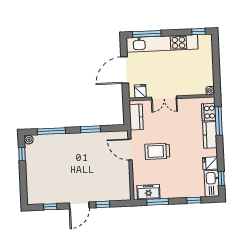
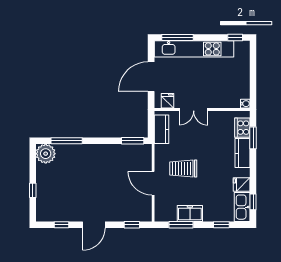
window: (219, 121) -> (253, 138), width x0.69
window: (90, 129) -> (133, 141), moved
plant: (29, 140) -> (46, 154), width x1.88, depth x1.88
door: (130, 150) -> (153, 183), moved
window: (22, 154) -> (33, 190), moved
freezer: (148, 192) -> (190, 213), moved
window: (103, 204) -> (132, 225), moved

